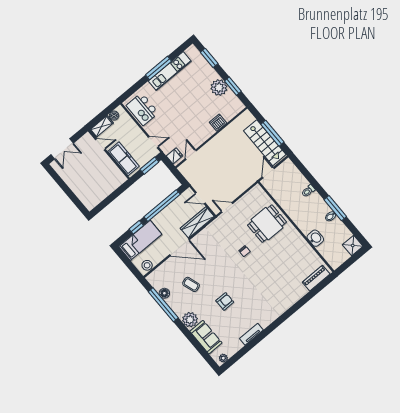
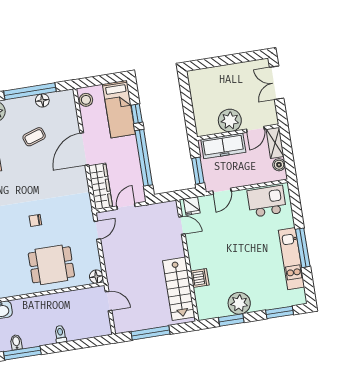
stairs: (265, 143) -> (179, 289), moved, turned -90
plant: (105, 164) -> (230, 120), added
floor lamp: (257, 190) -> (96, 277), added
dining table: (267, 224) -> (51, 265), turned 90

